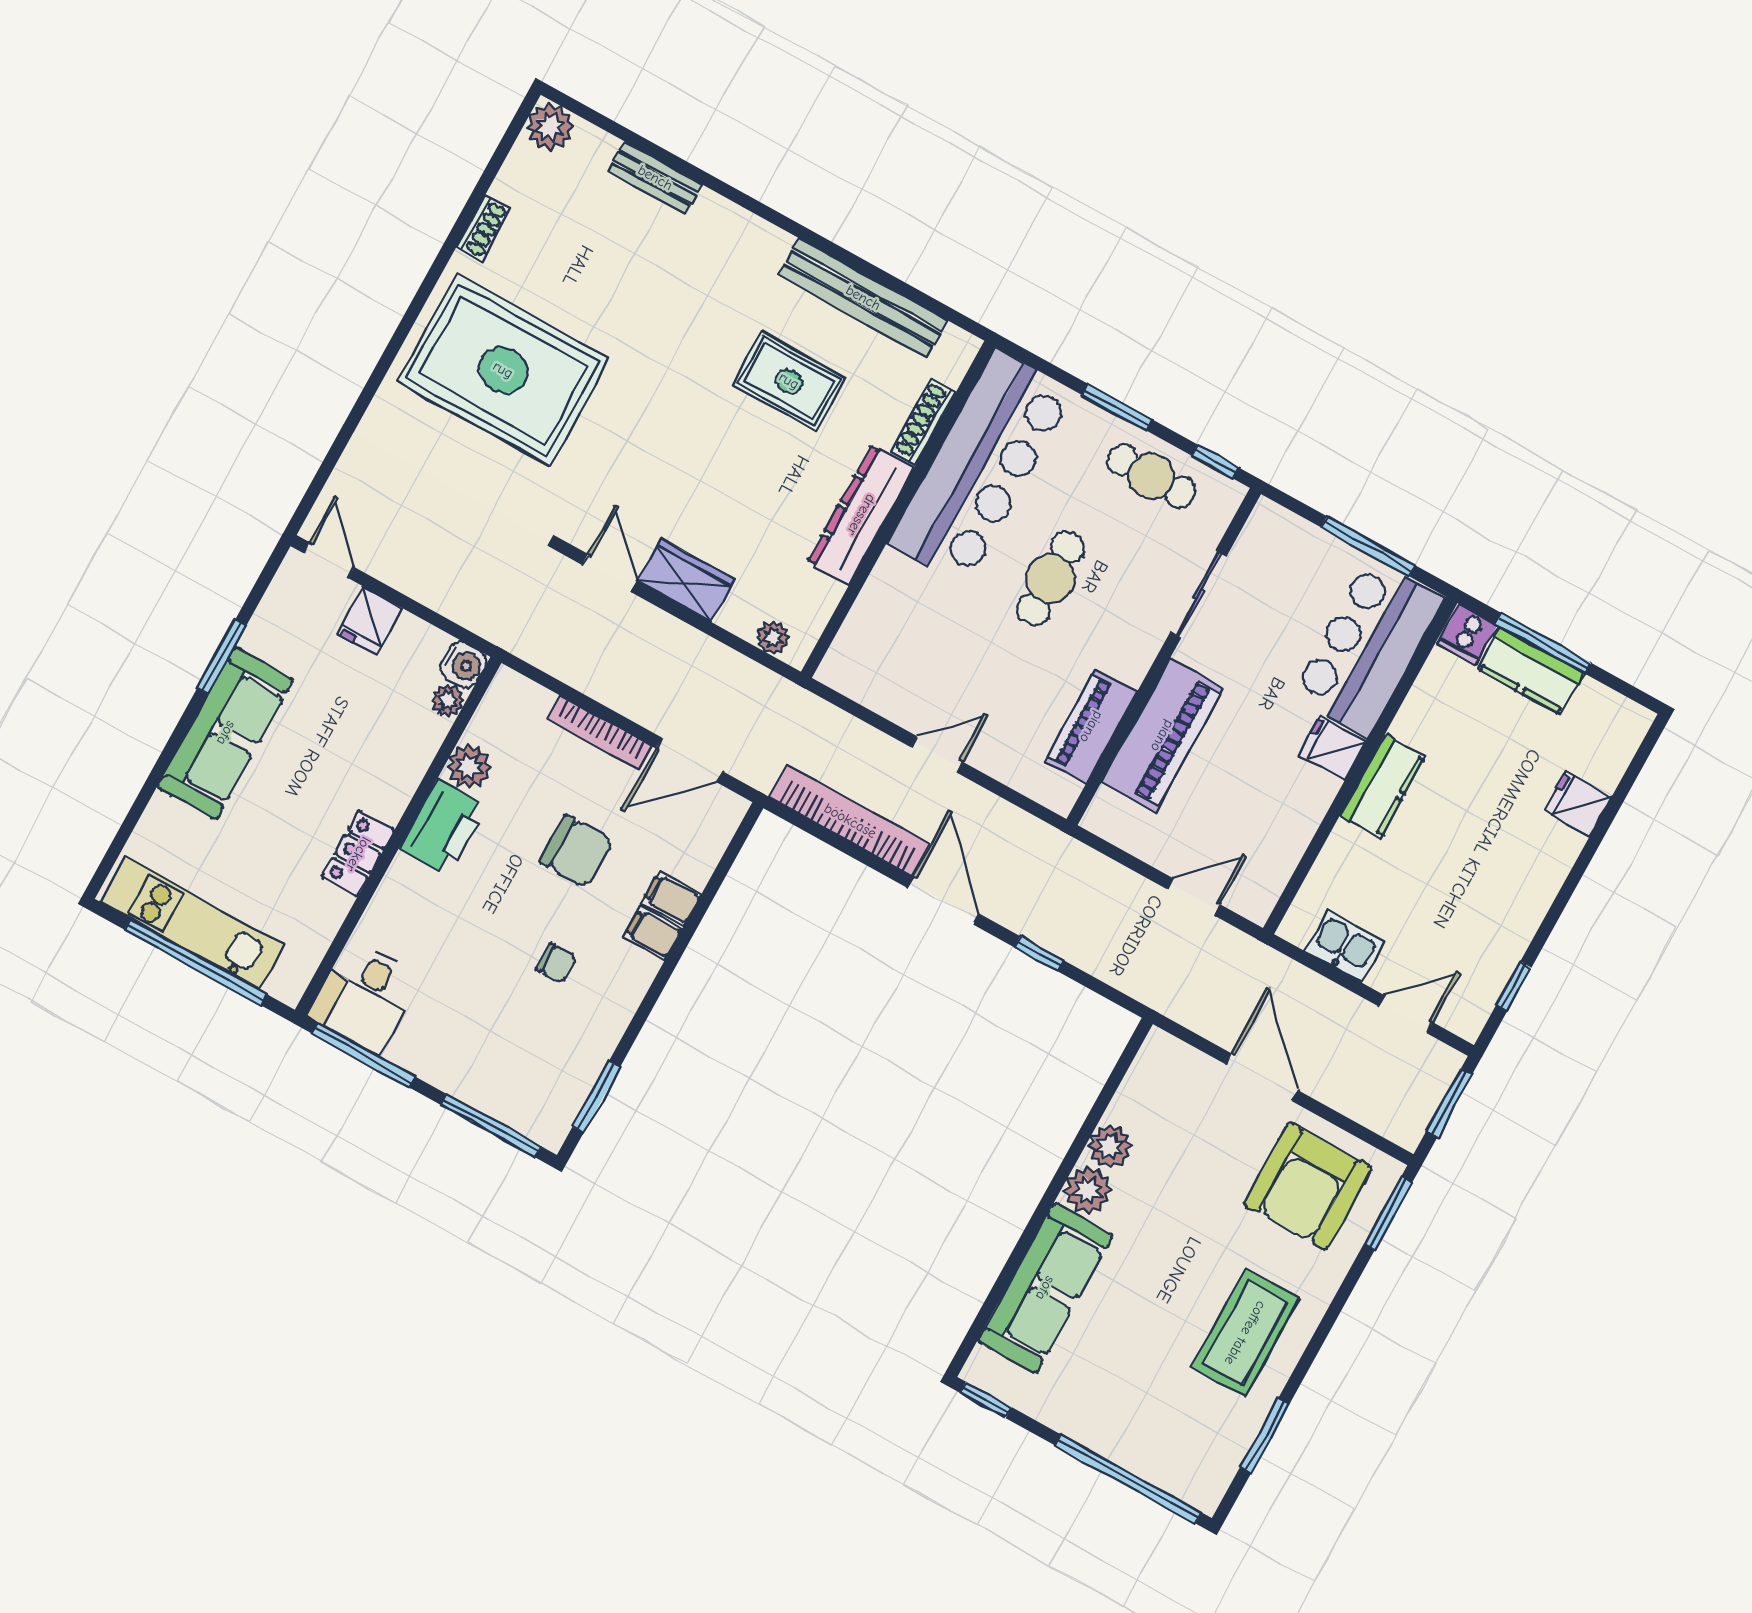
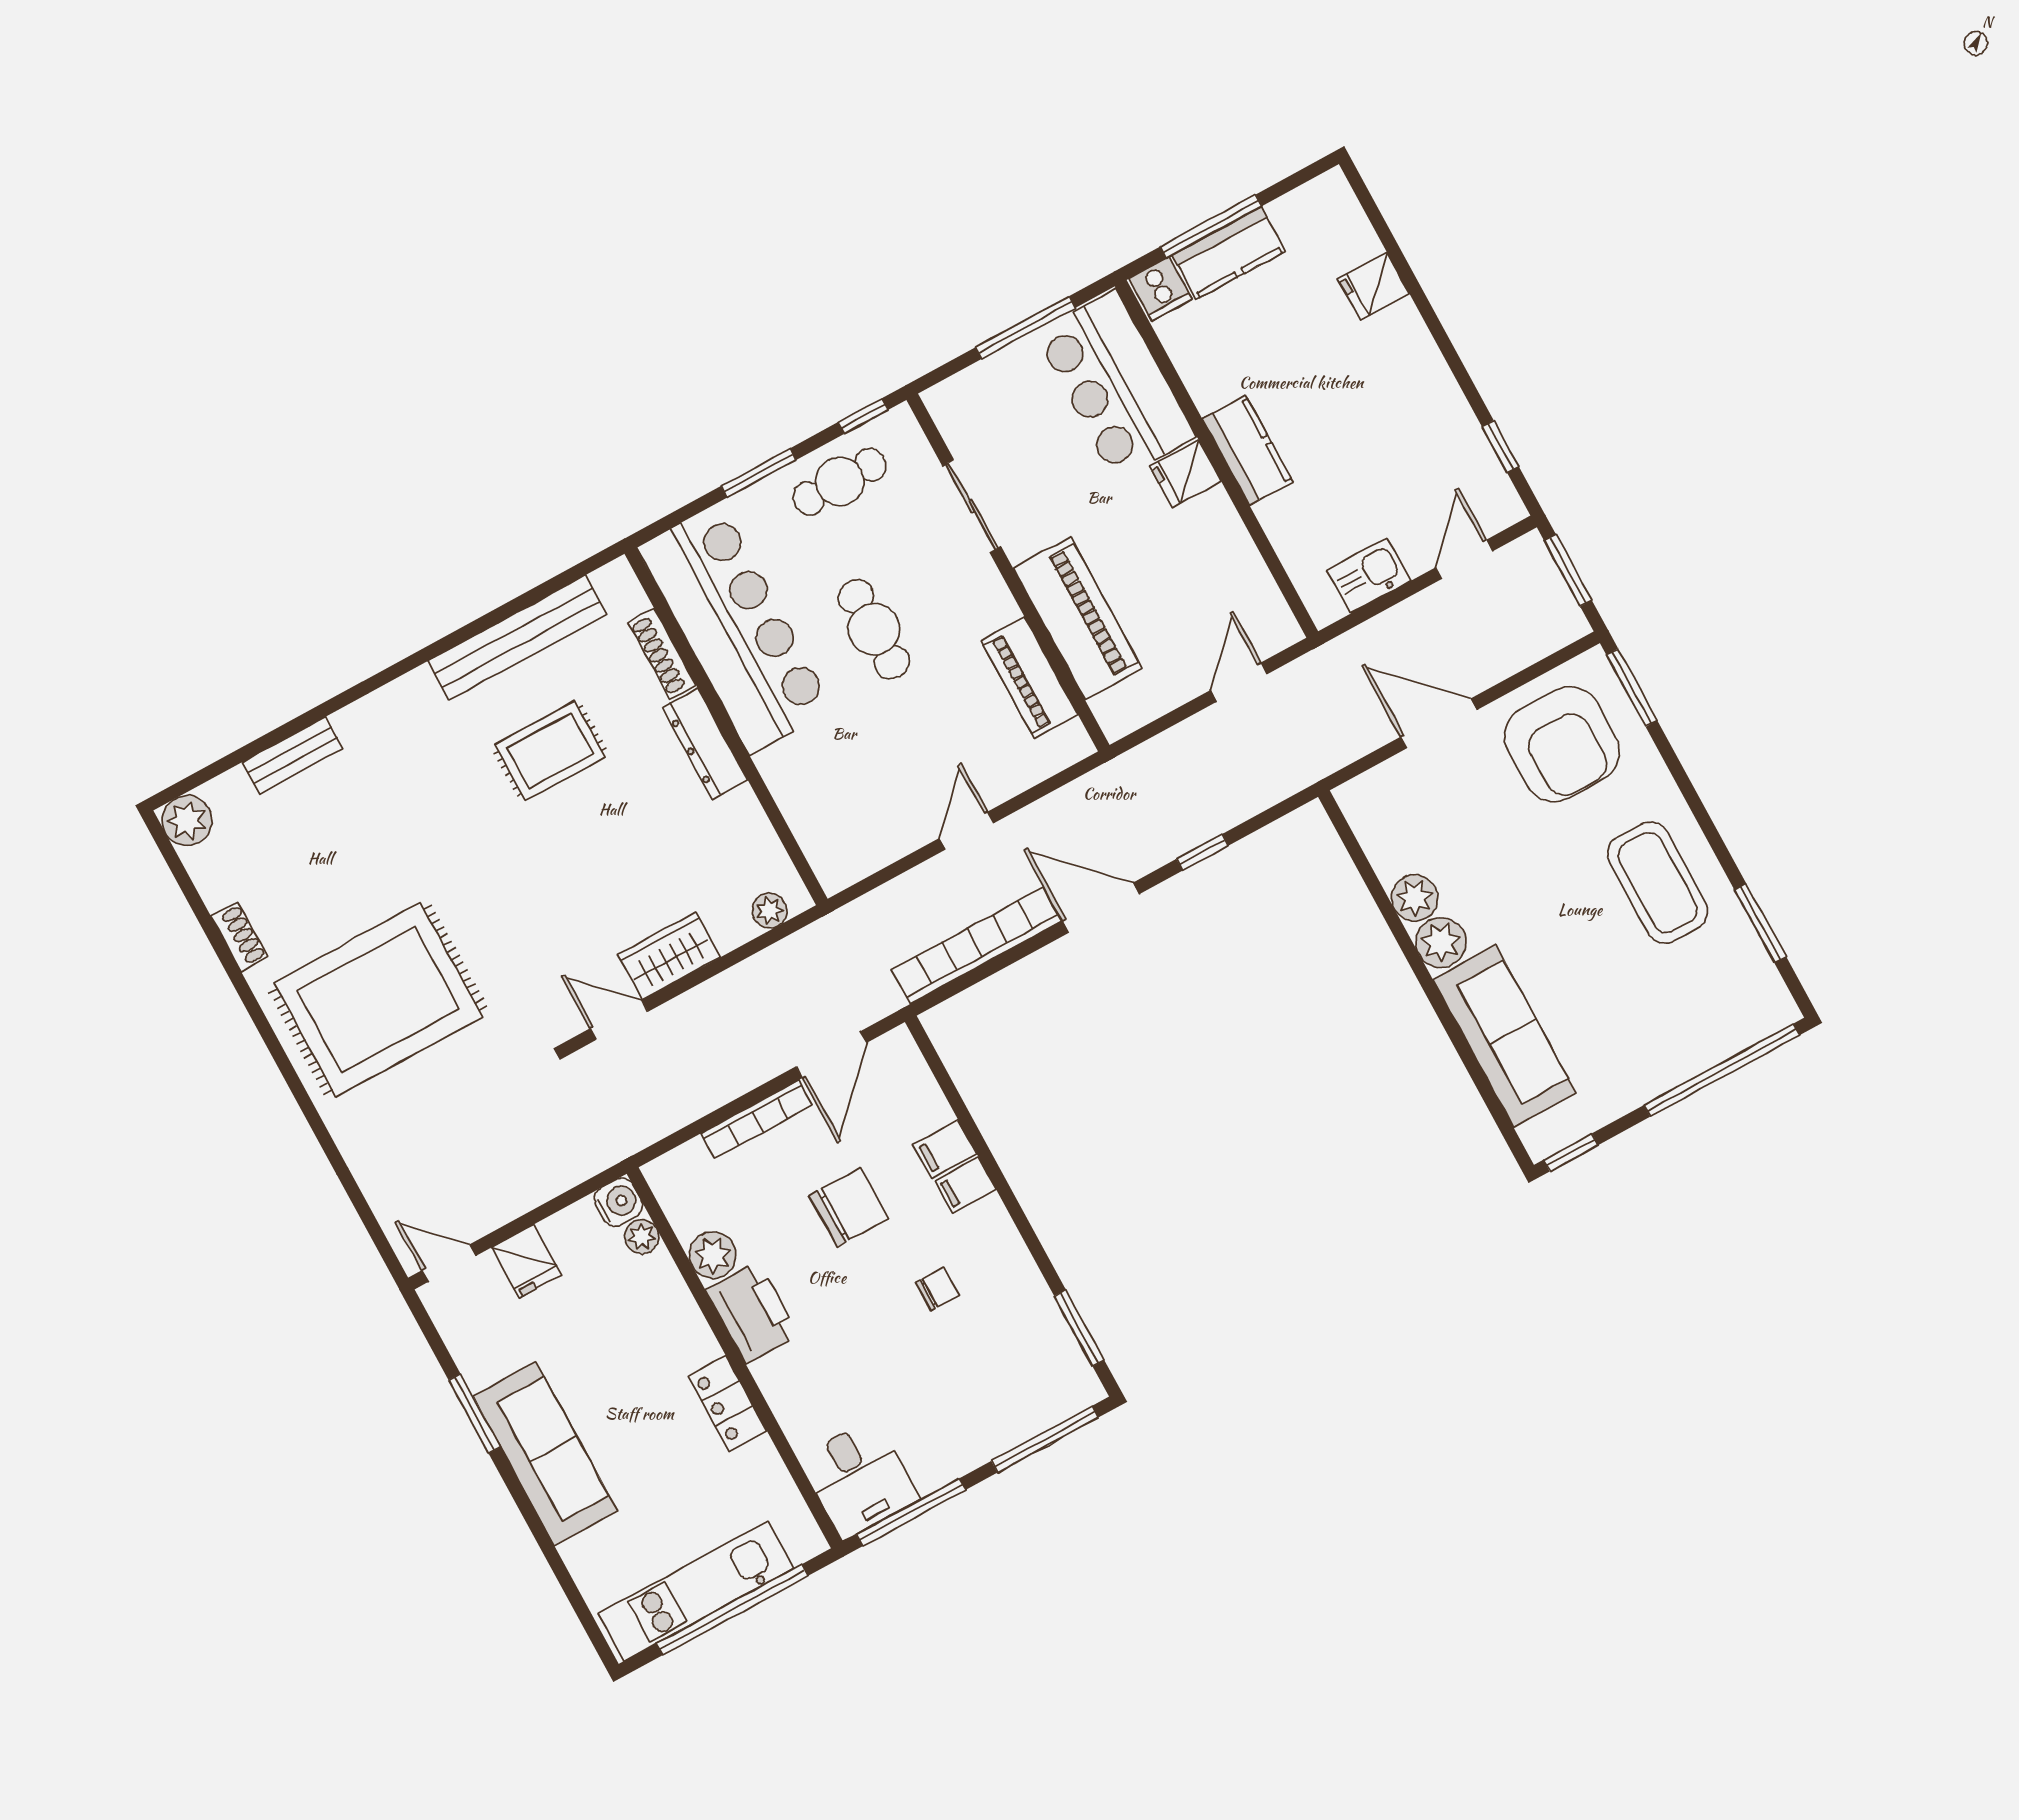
dresser: (861, 515) -> (705, 744), width x0.73, depth x0.80

